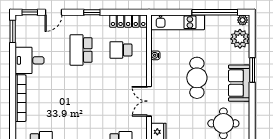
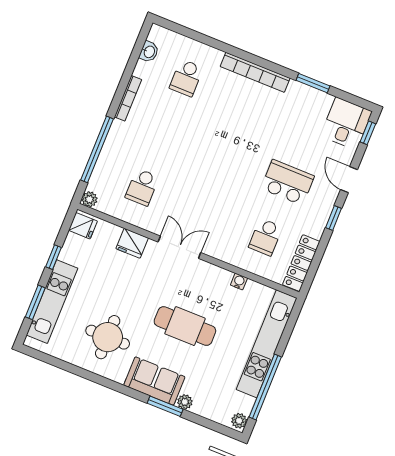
door: (54, 12) -> (349, 180), moved
kitchen unit: (178, 22) -> (267, 344), width x1.36
window: (13, 31) -> (313, 83), moved
plant: (240, 39) -> (185, 402), moved, width x0.53, depth x0.53
school desk: (121, 50) -> (265, 237), turned 180
desk: (30, 60) -> (346, 124), moved

